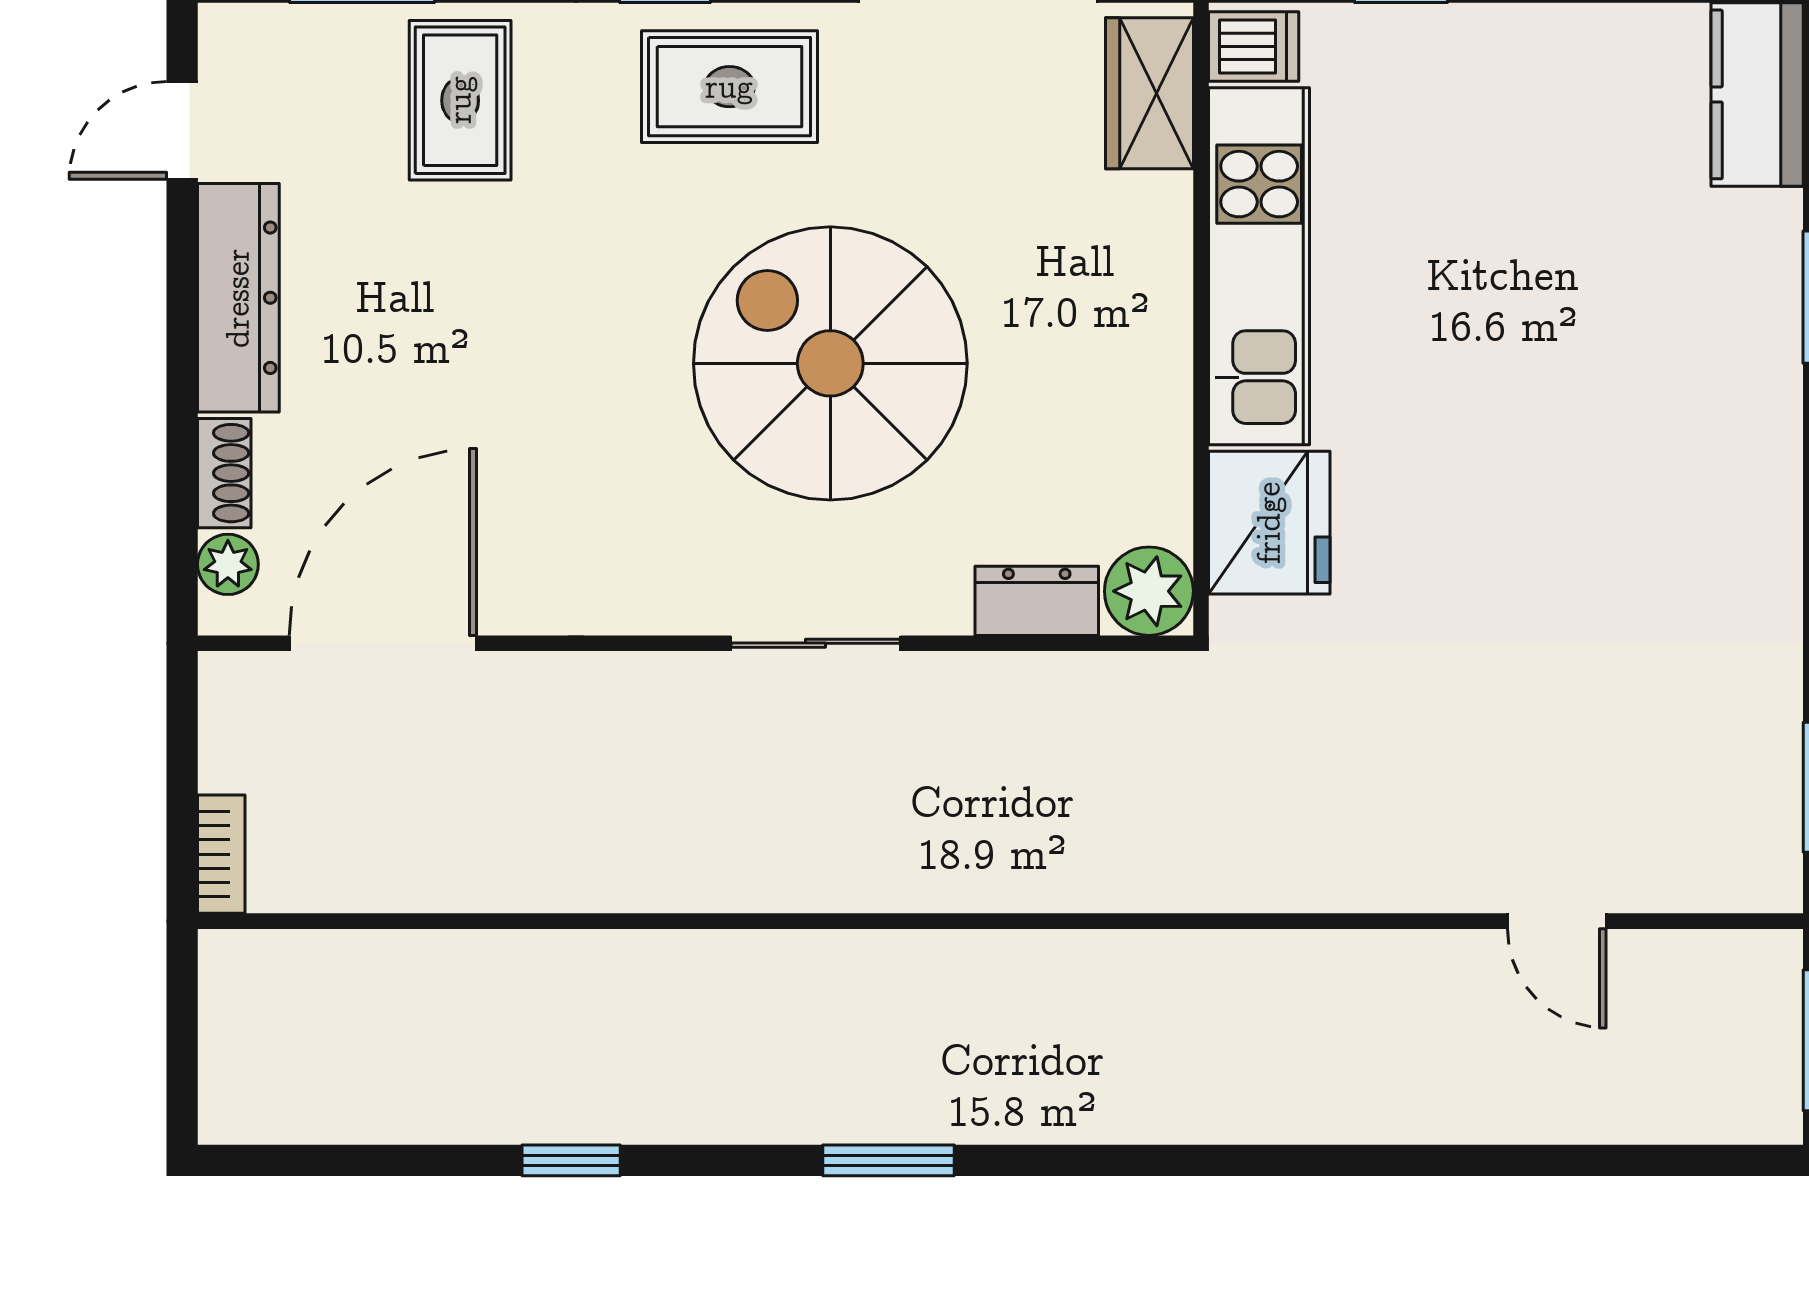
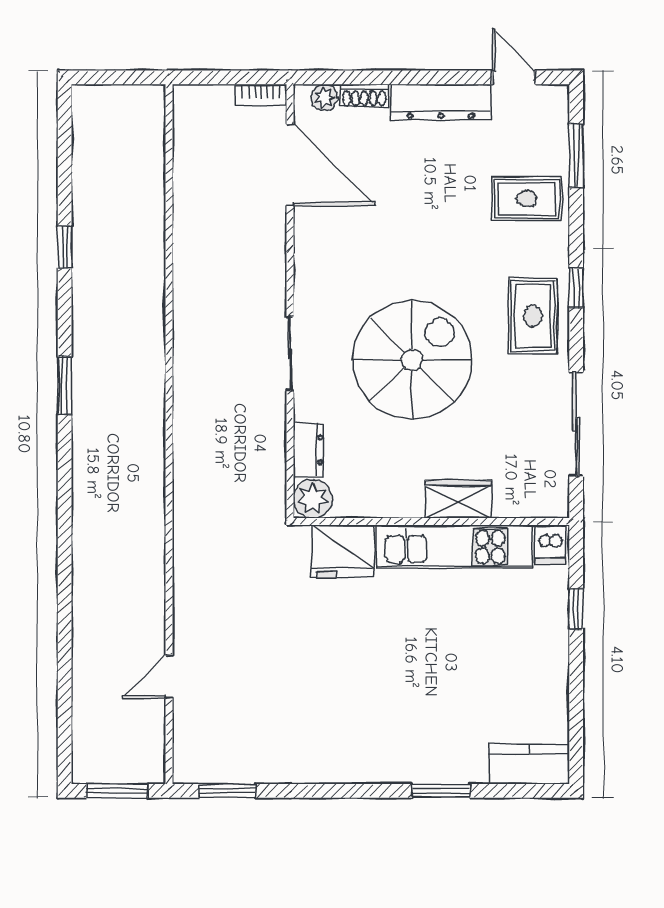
wardrobe: (1149, 93) -> (458, 499), moved
bookcase: (221, 854) -> (261, 94), moved

